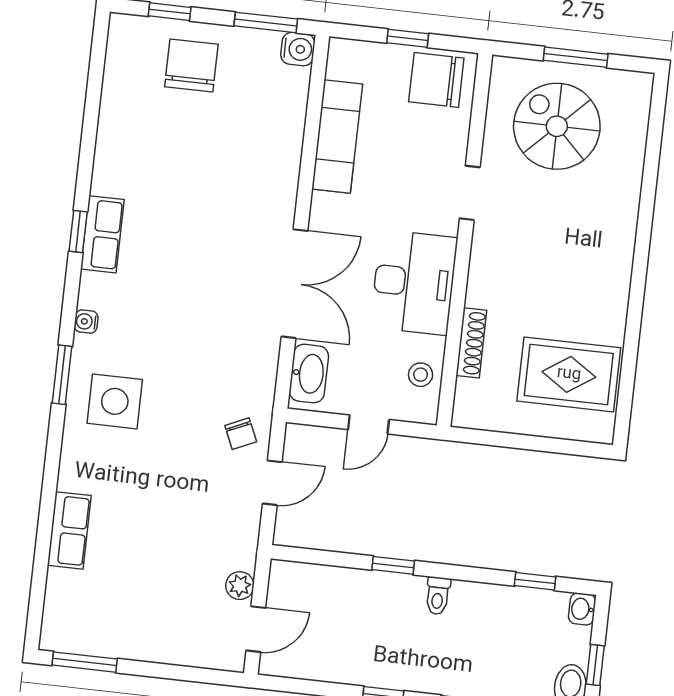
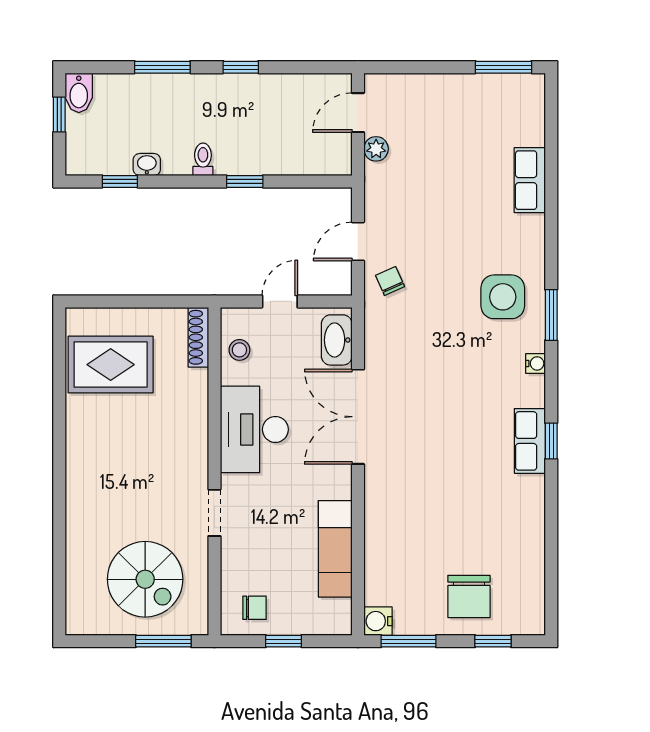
window: (576, 57) -> (163, 641), moved
chair: (436, 80) -> (254, 608), width x0.54, depth x0.54
shoe rack: (471, 343) -> (198, 337), moved
washbasin: (582, 609) -> (147, 165), moved, turned -90

